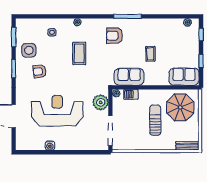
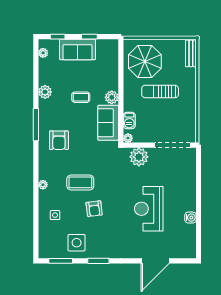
plant: (155, 24) -> (45, 92), added
armchair: (40, 71) -> (94, 209), moved
sofa: (184, 77) -> (78, 49), moved, turned -90
plant: (150, 80) -> (112, 97), added
reception desk: (57, 111) -> (149, 209), width x0.74, depth x0.77

